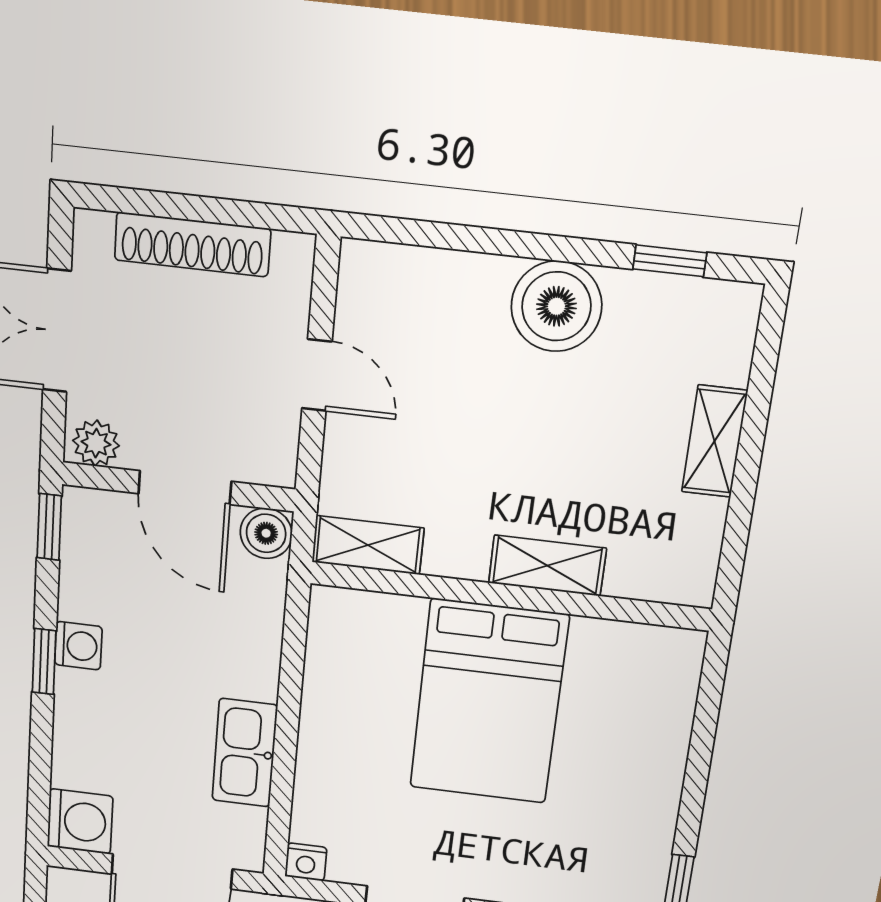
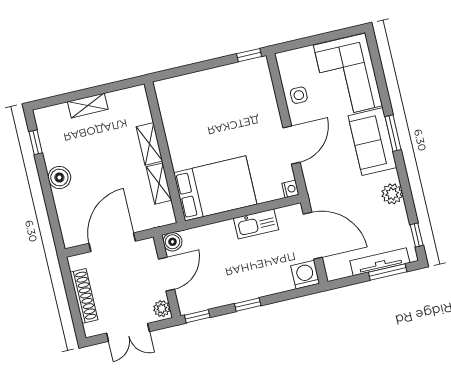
boiler: (556, 306) -> (59, 178), width x0.73, depth x0.73
door: (317, 375) -> (112, 242), width x1.88
shelving: (368, 545) -> (159, 184), moved
washing machine: (78, 646) -> (237, 294), removed
bed: (489, 702) -> (215, 188), moved

